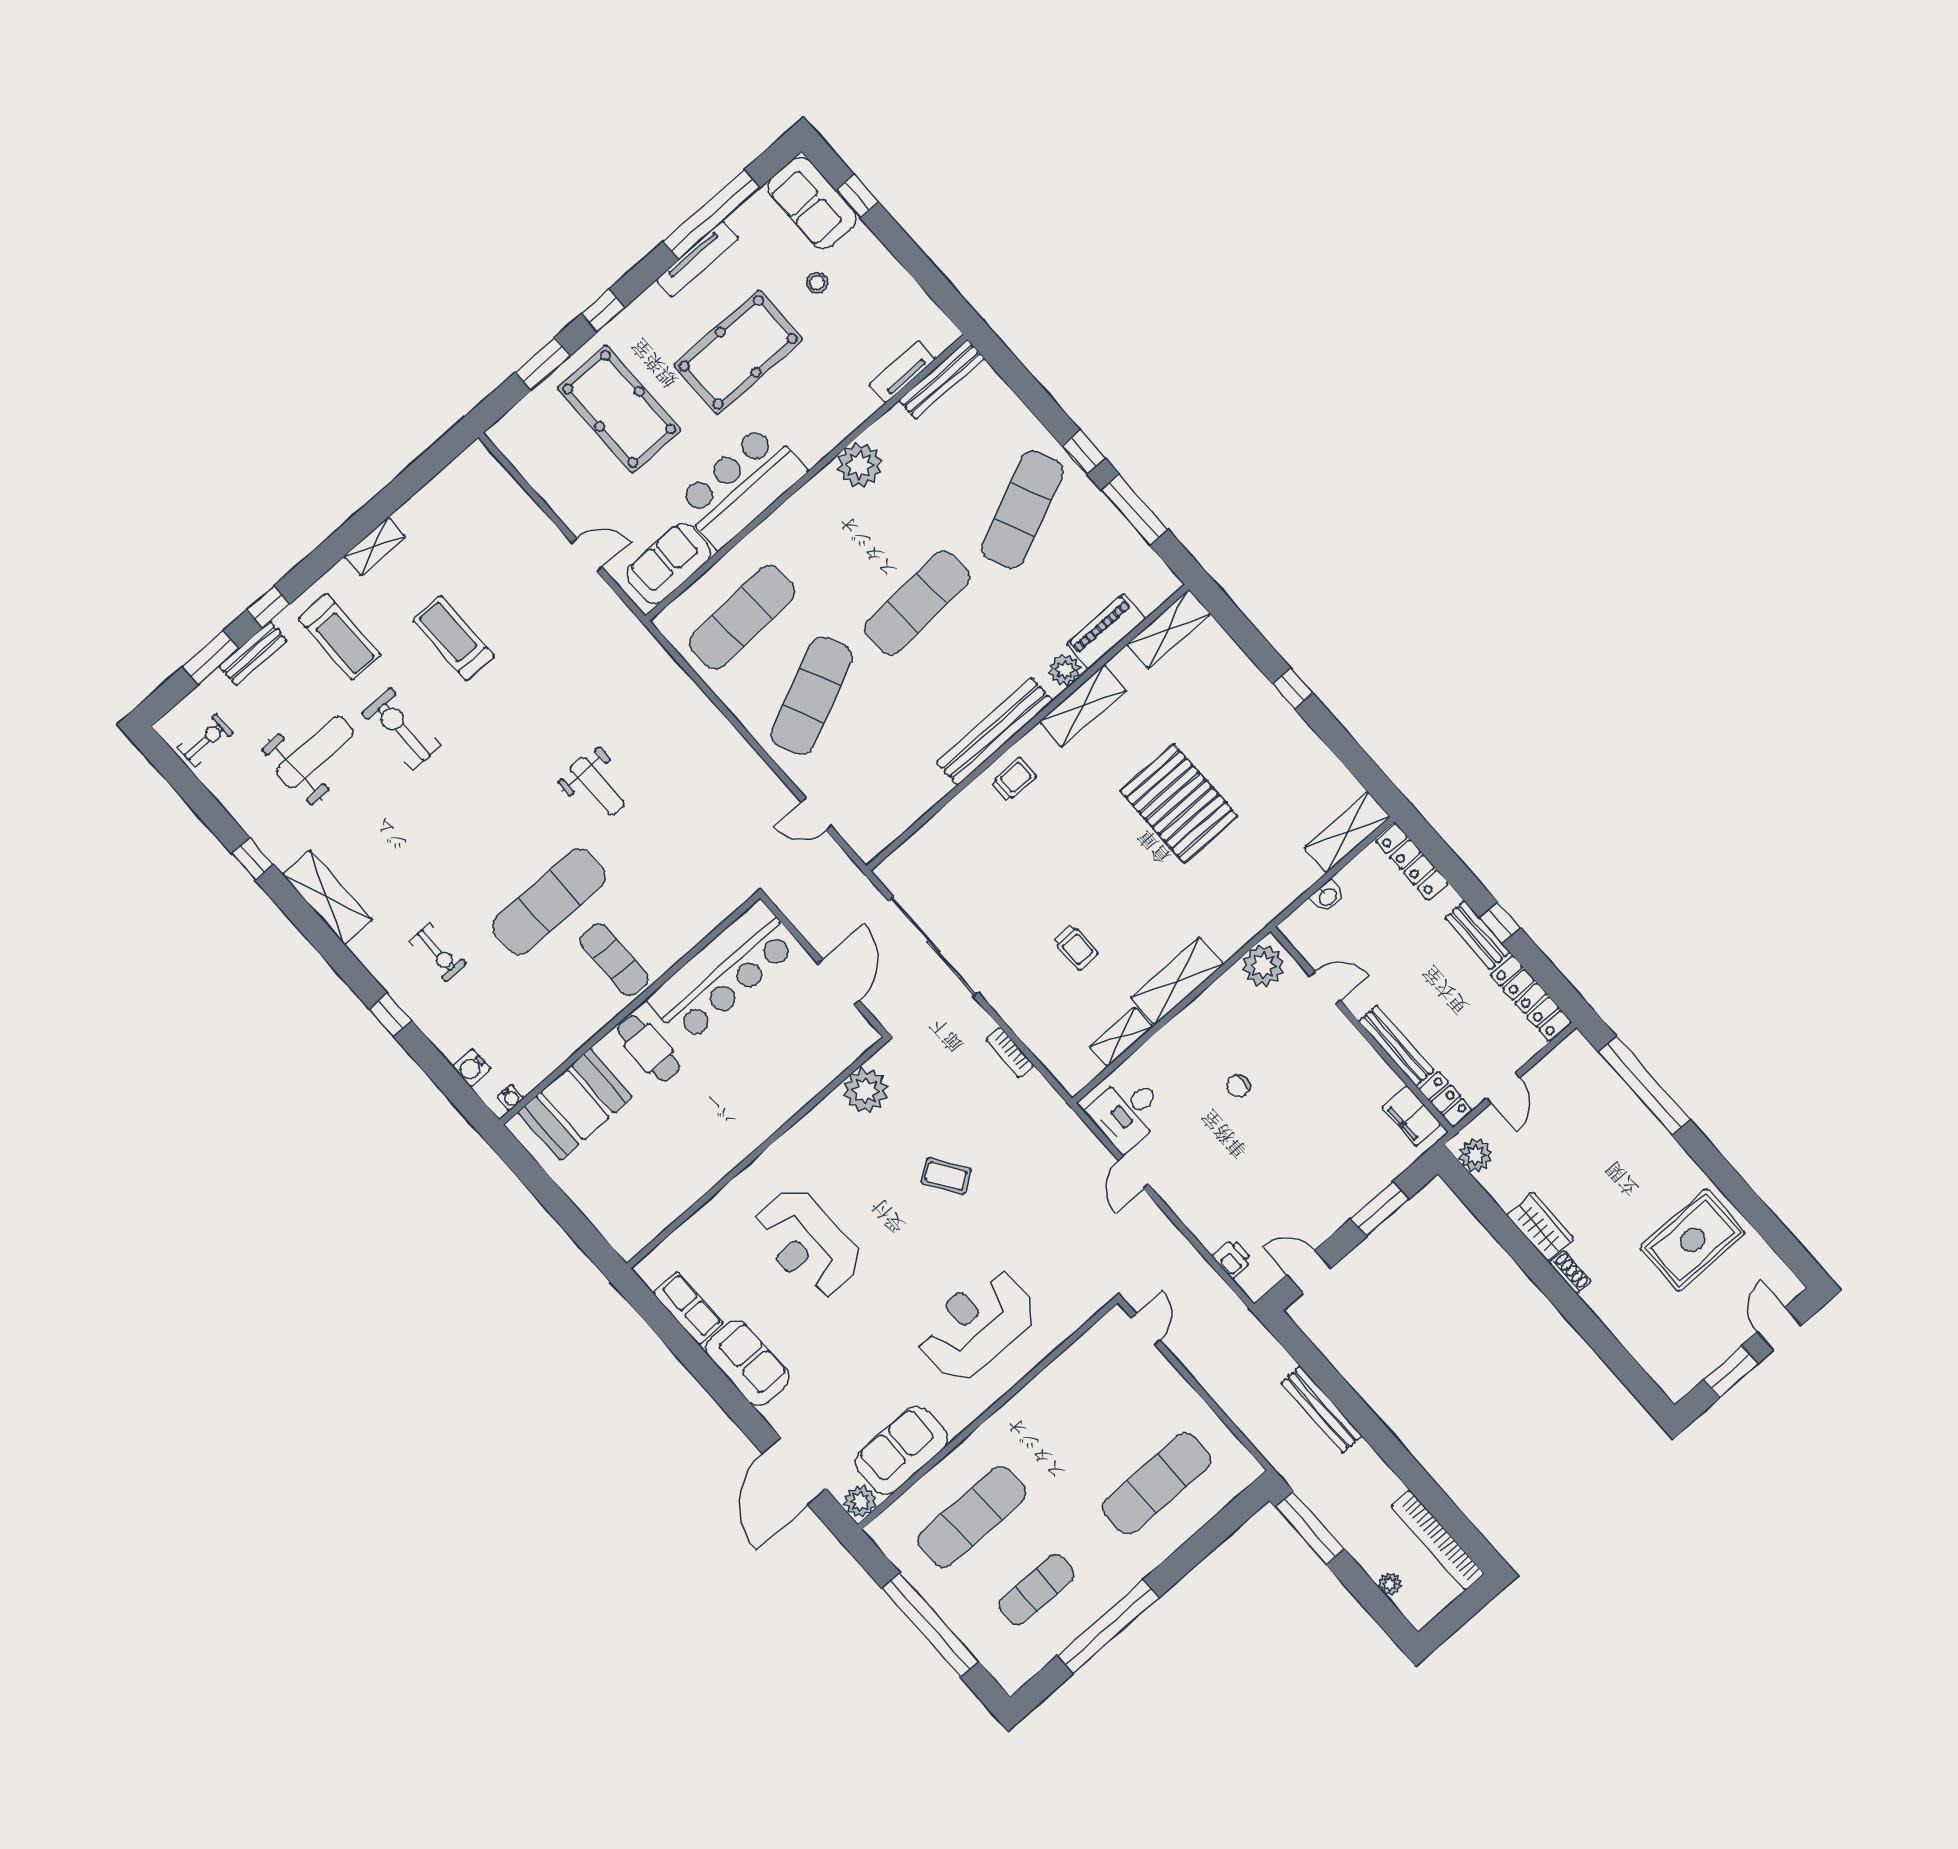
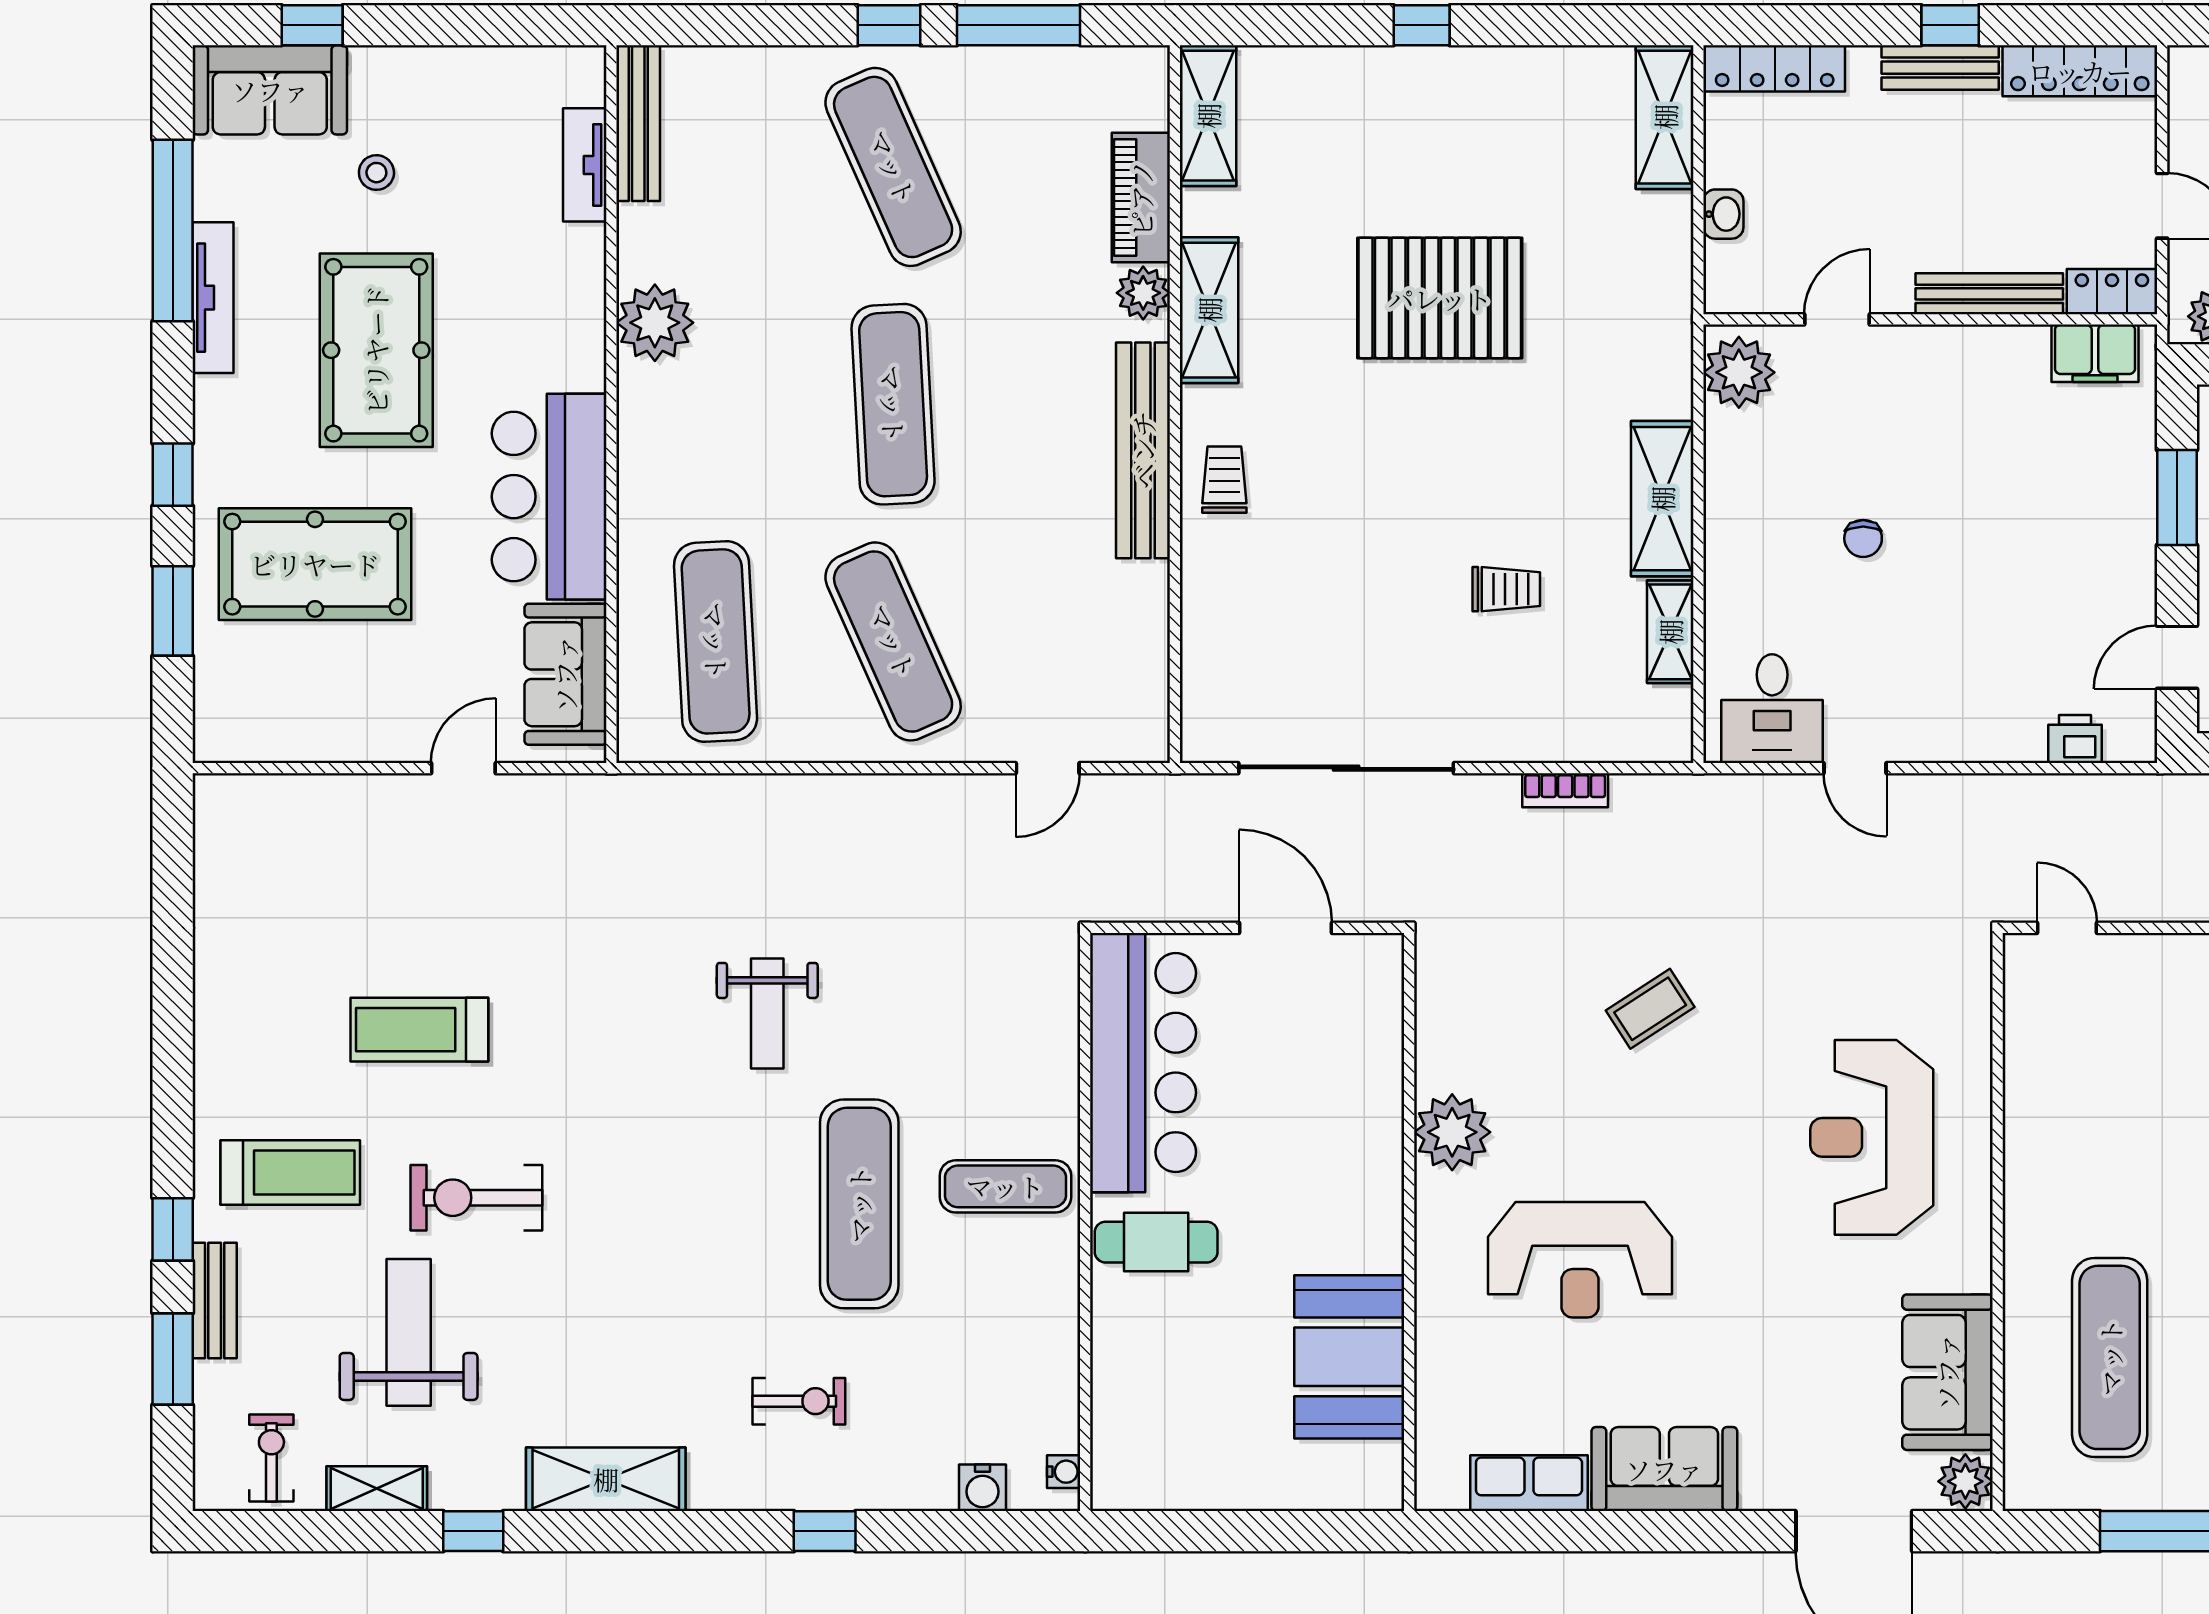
shelving: (375, 546) -> (377, 1489), moved, turned 90
weight bench: (597, 786) -> (767, 1013), turned 90
plant: (866, 1091) -> (1452, 1132), moved
booth: (575, 1104) -> (1349, 1357), moved

